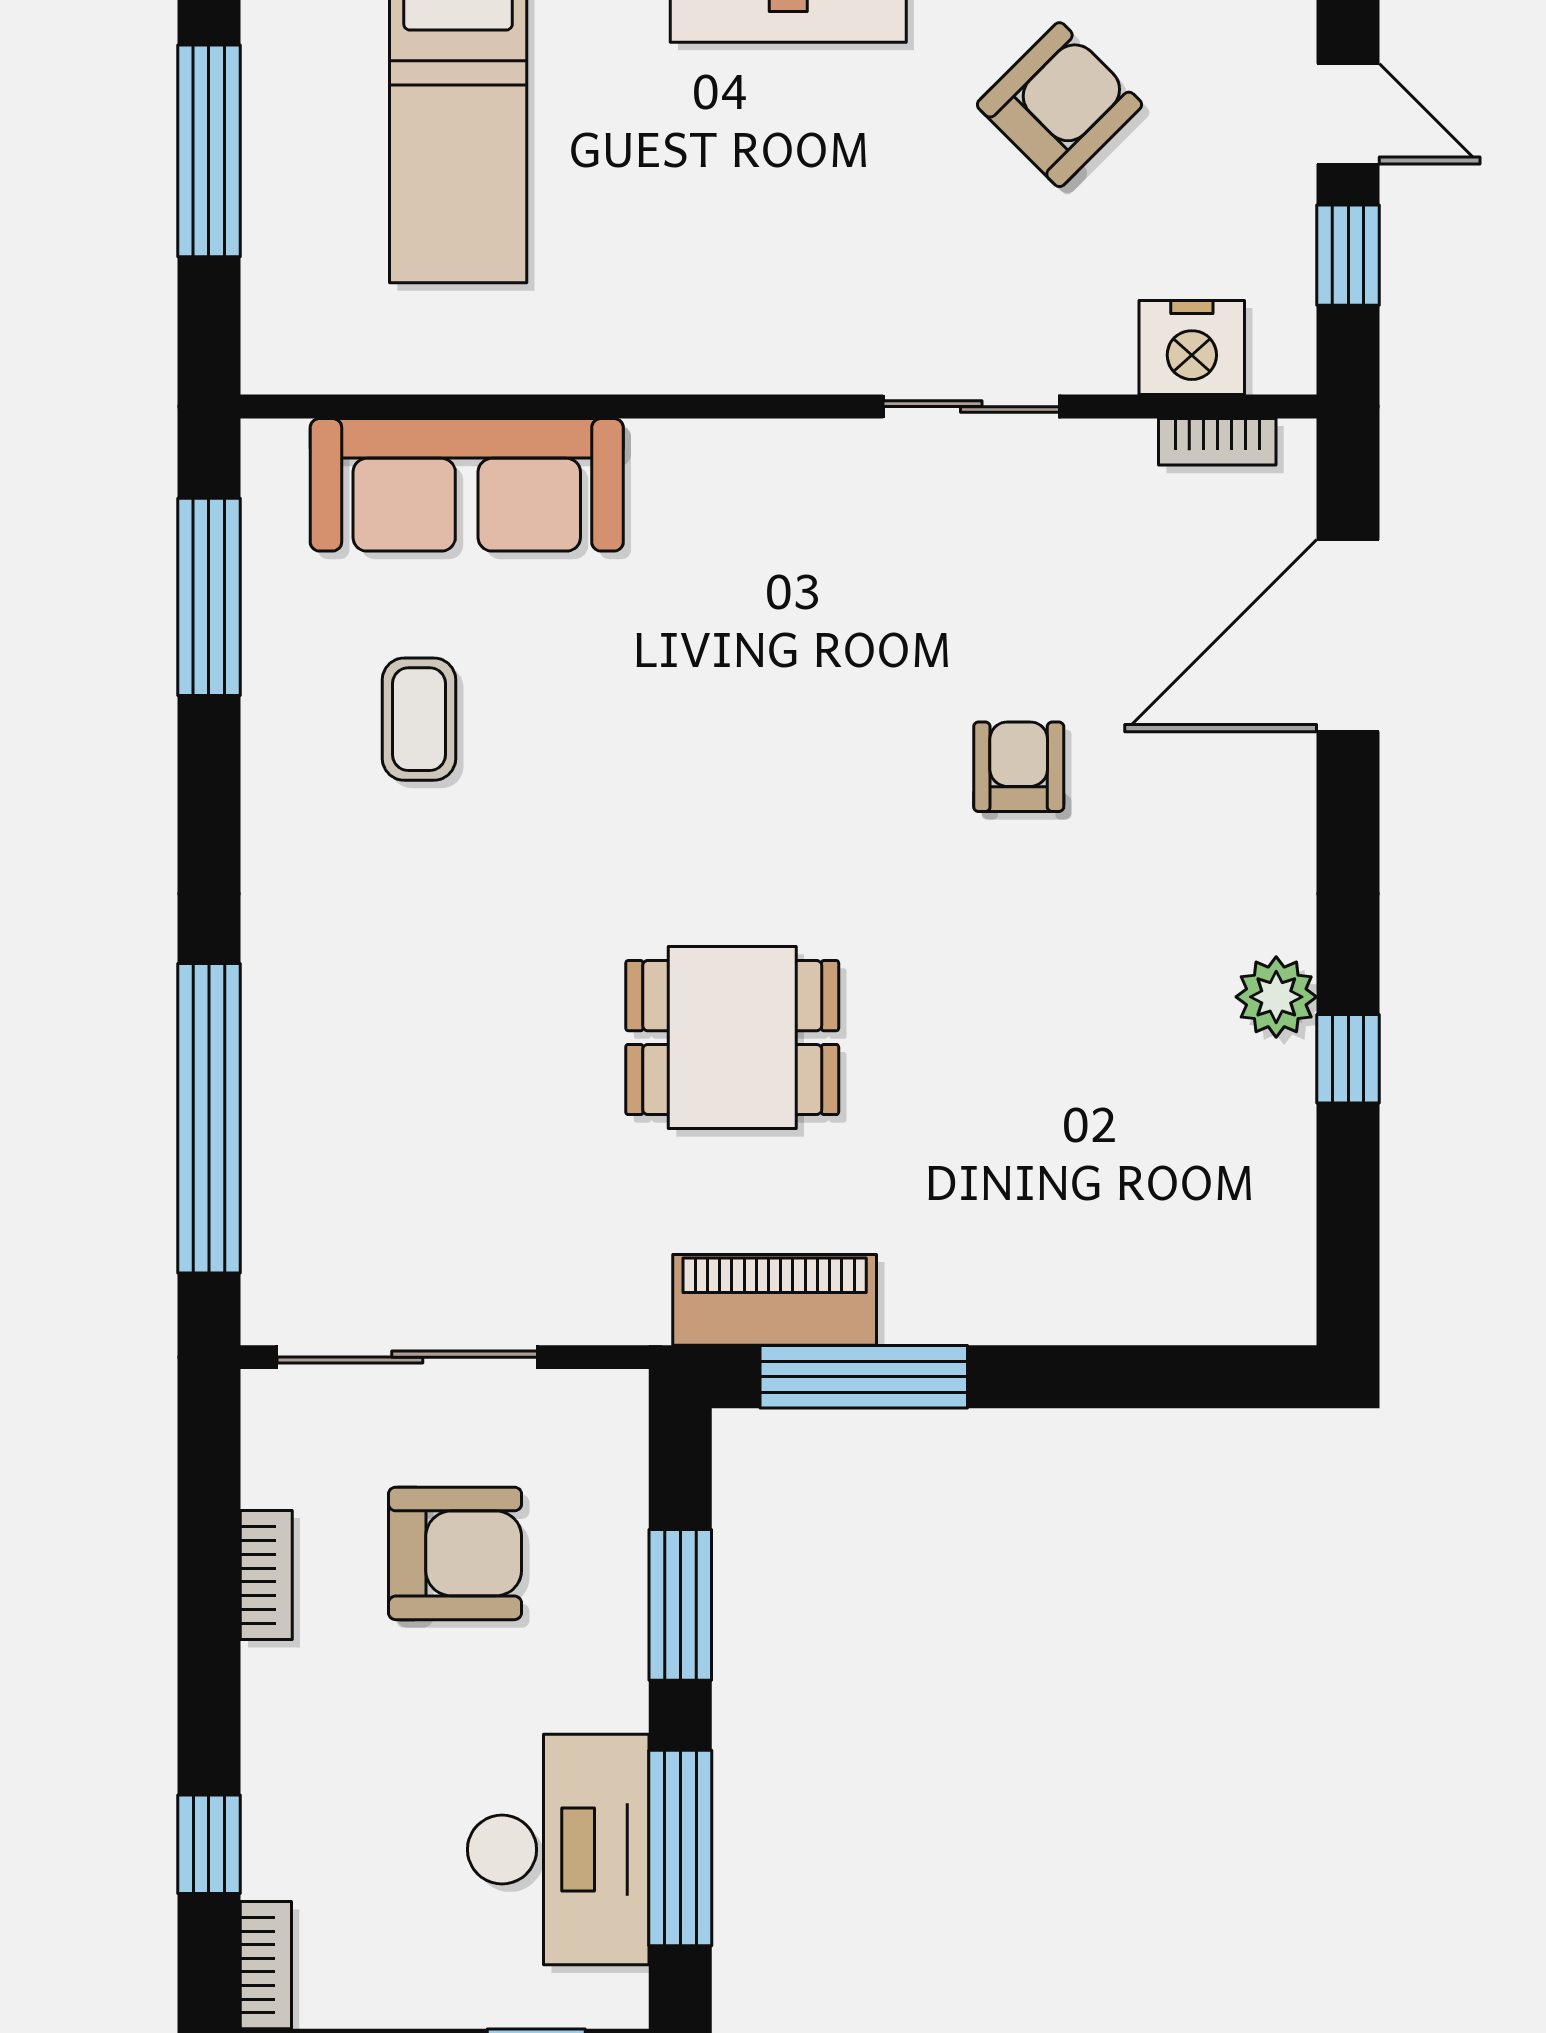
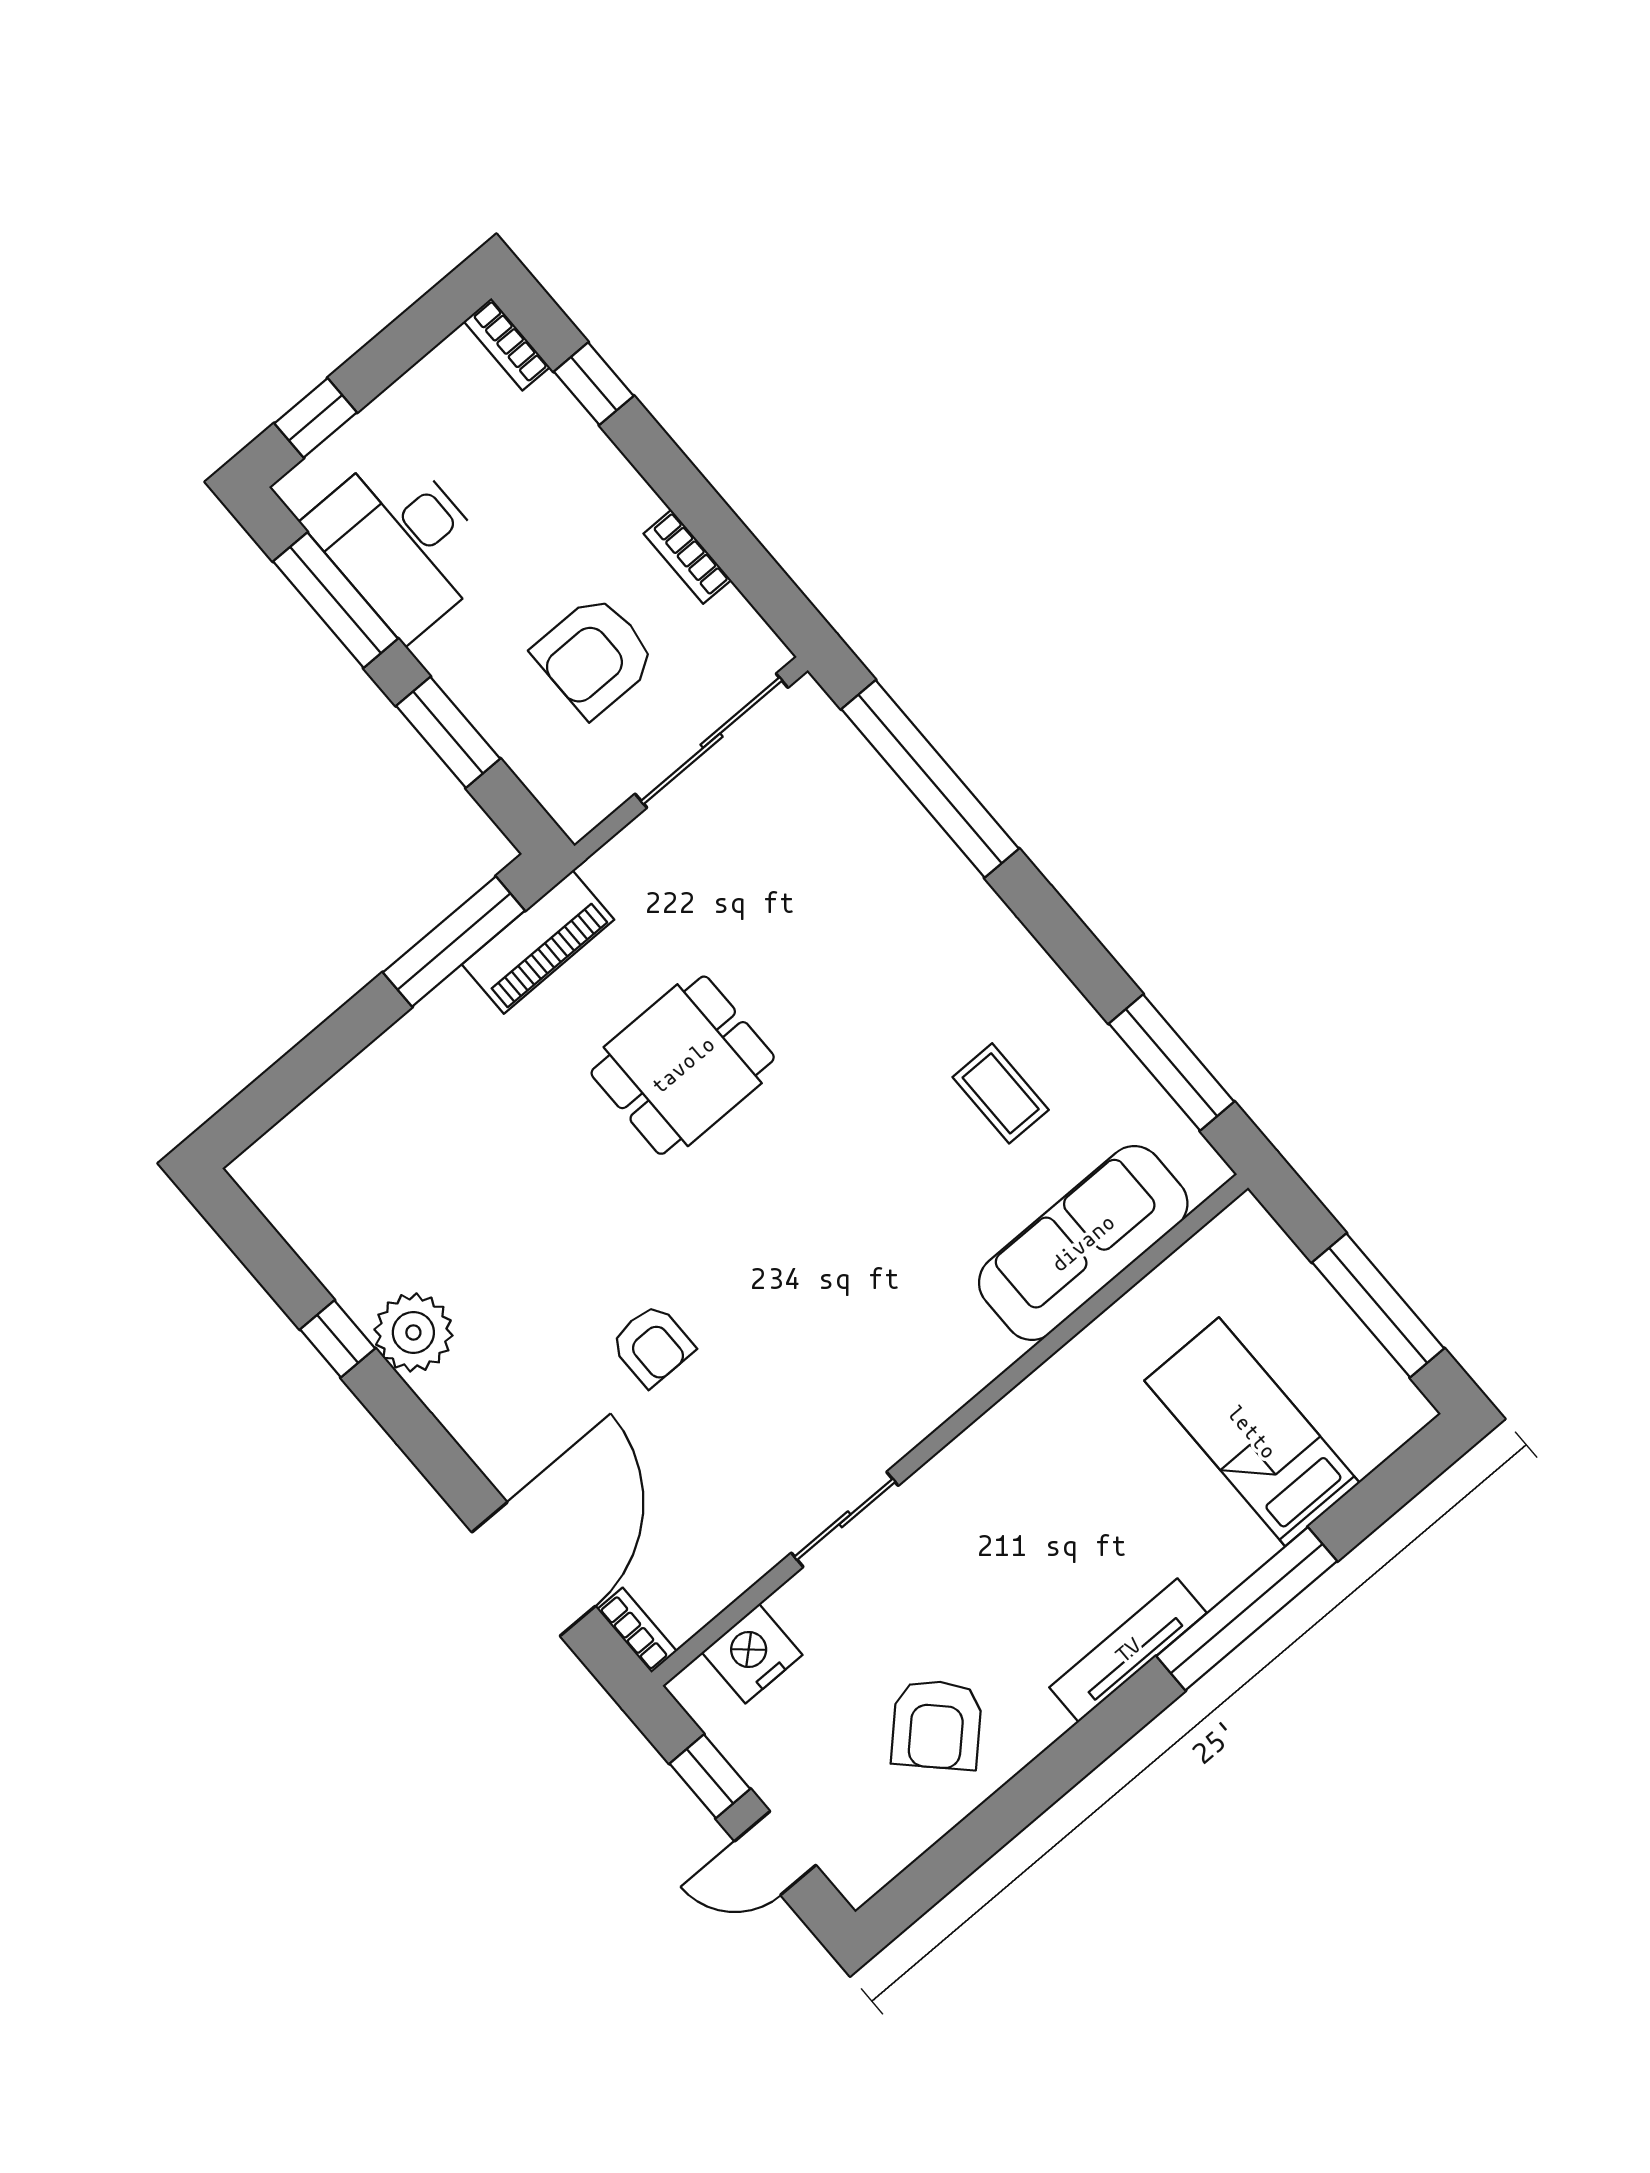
bookcase: (1217, 442) -> (637, 1630), moved, turned 90
plant: (1276, 997) -> (413, 1332), width x1.36, depth x1.36

